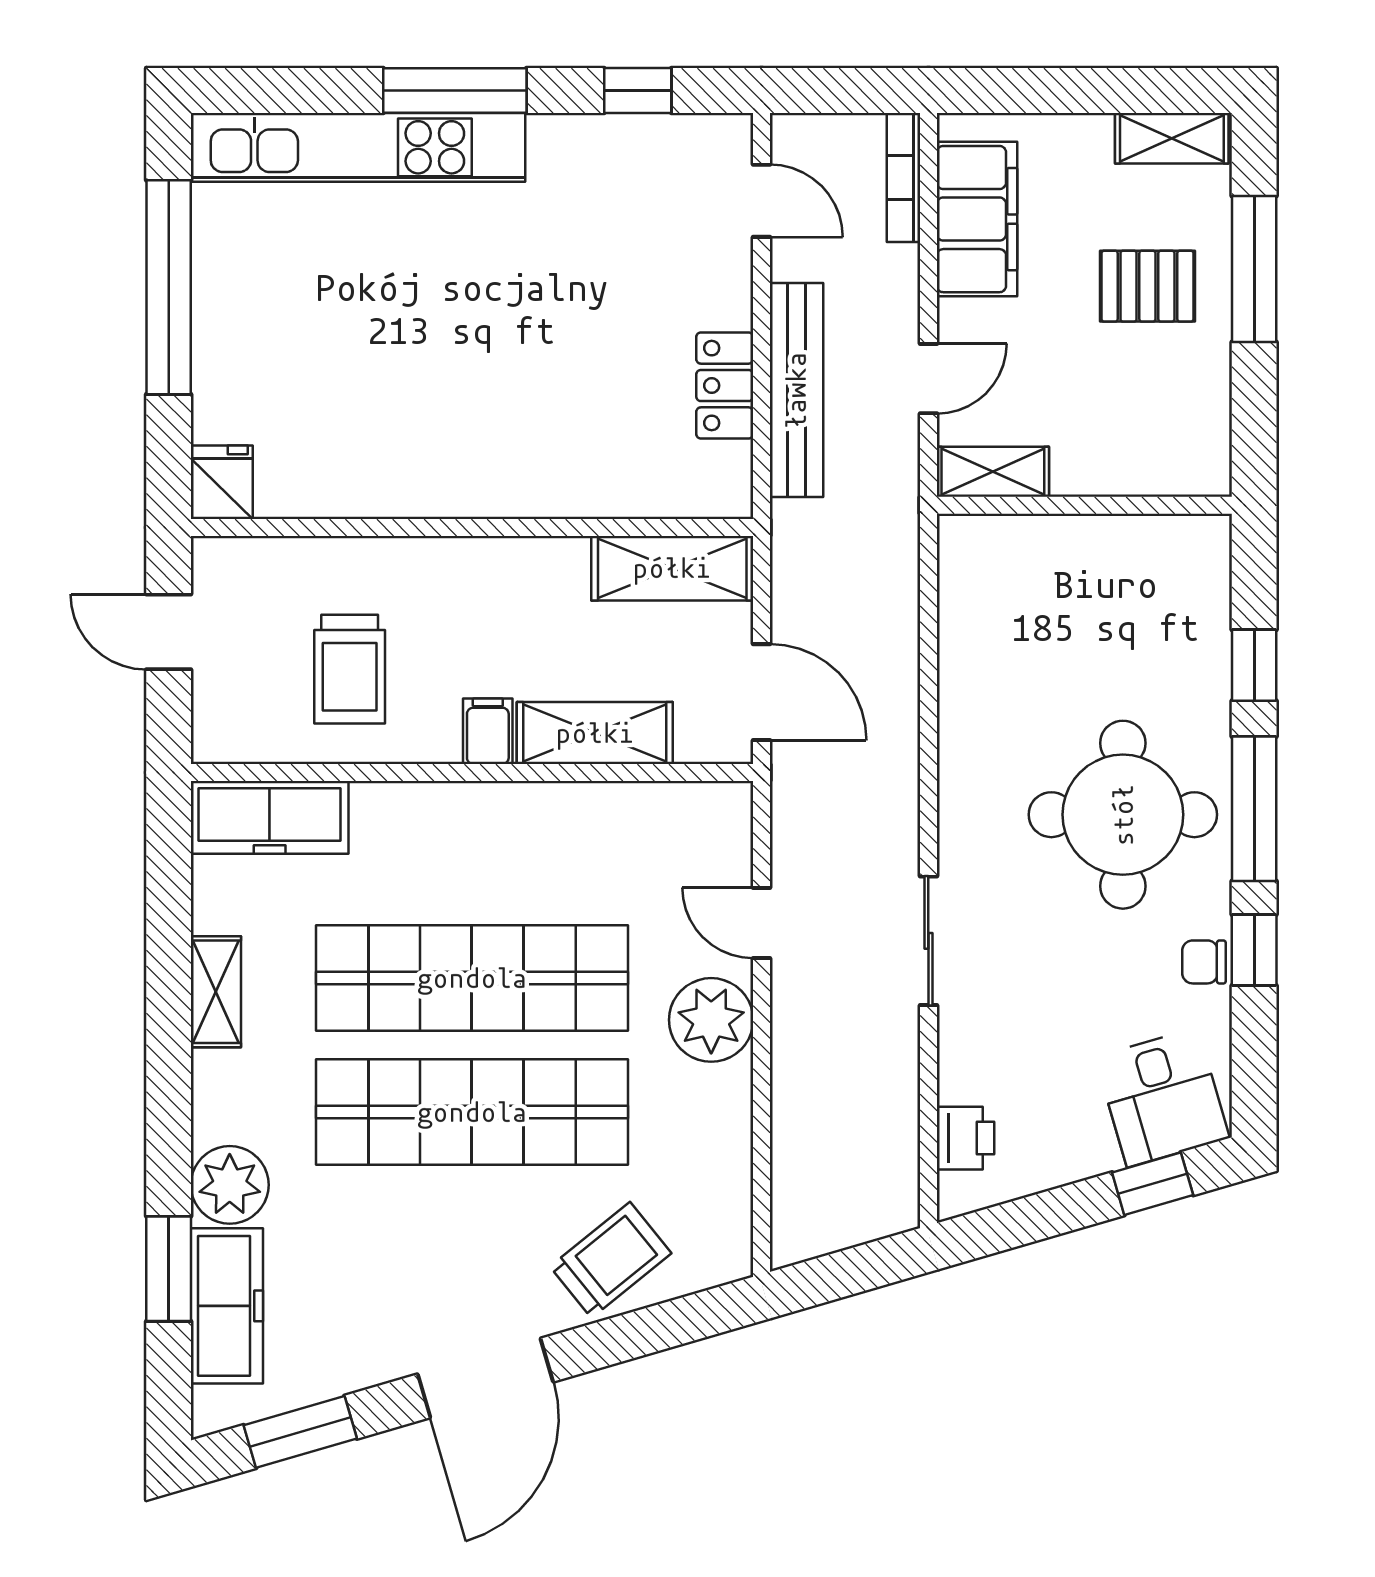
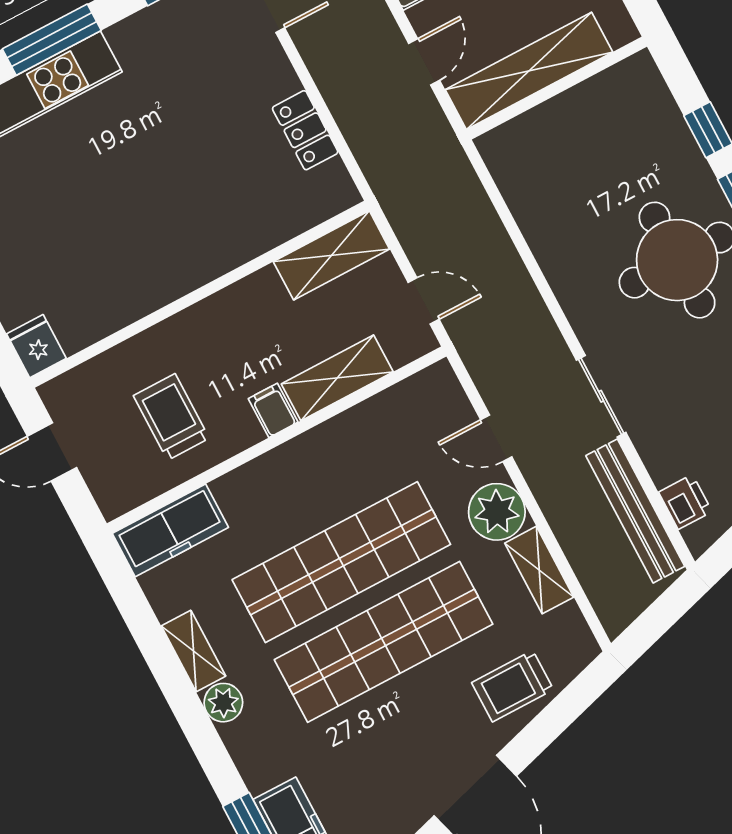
bench: (796, 390) -> (635, 511), moved
shelving: (993, 472) -> (529, 71), width x2.20, depth x1.33
trolley: (350, 669) -> (171, 417), turned 180
door: (761, 692) -> (424, 301), width x0.73
shelving: (726, 1126) -> (539, 570), added
plant: (230, 1185) -> (223, 703), moved, width x0.73, depth x0.73
trolley: (611, 1260) -> (513, 686), turned -141

